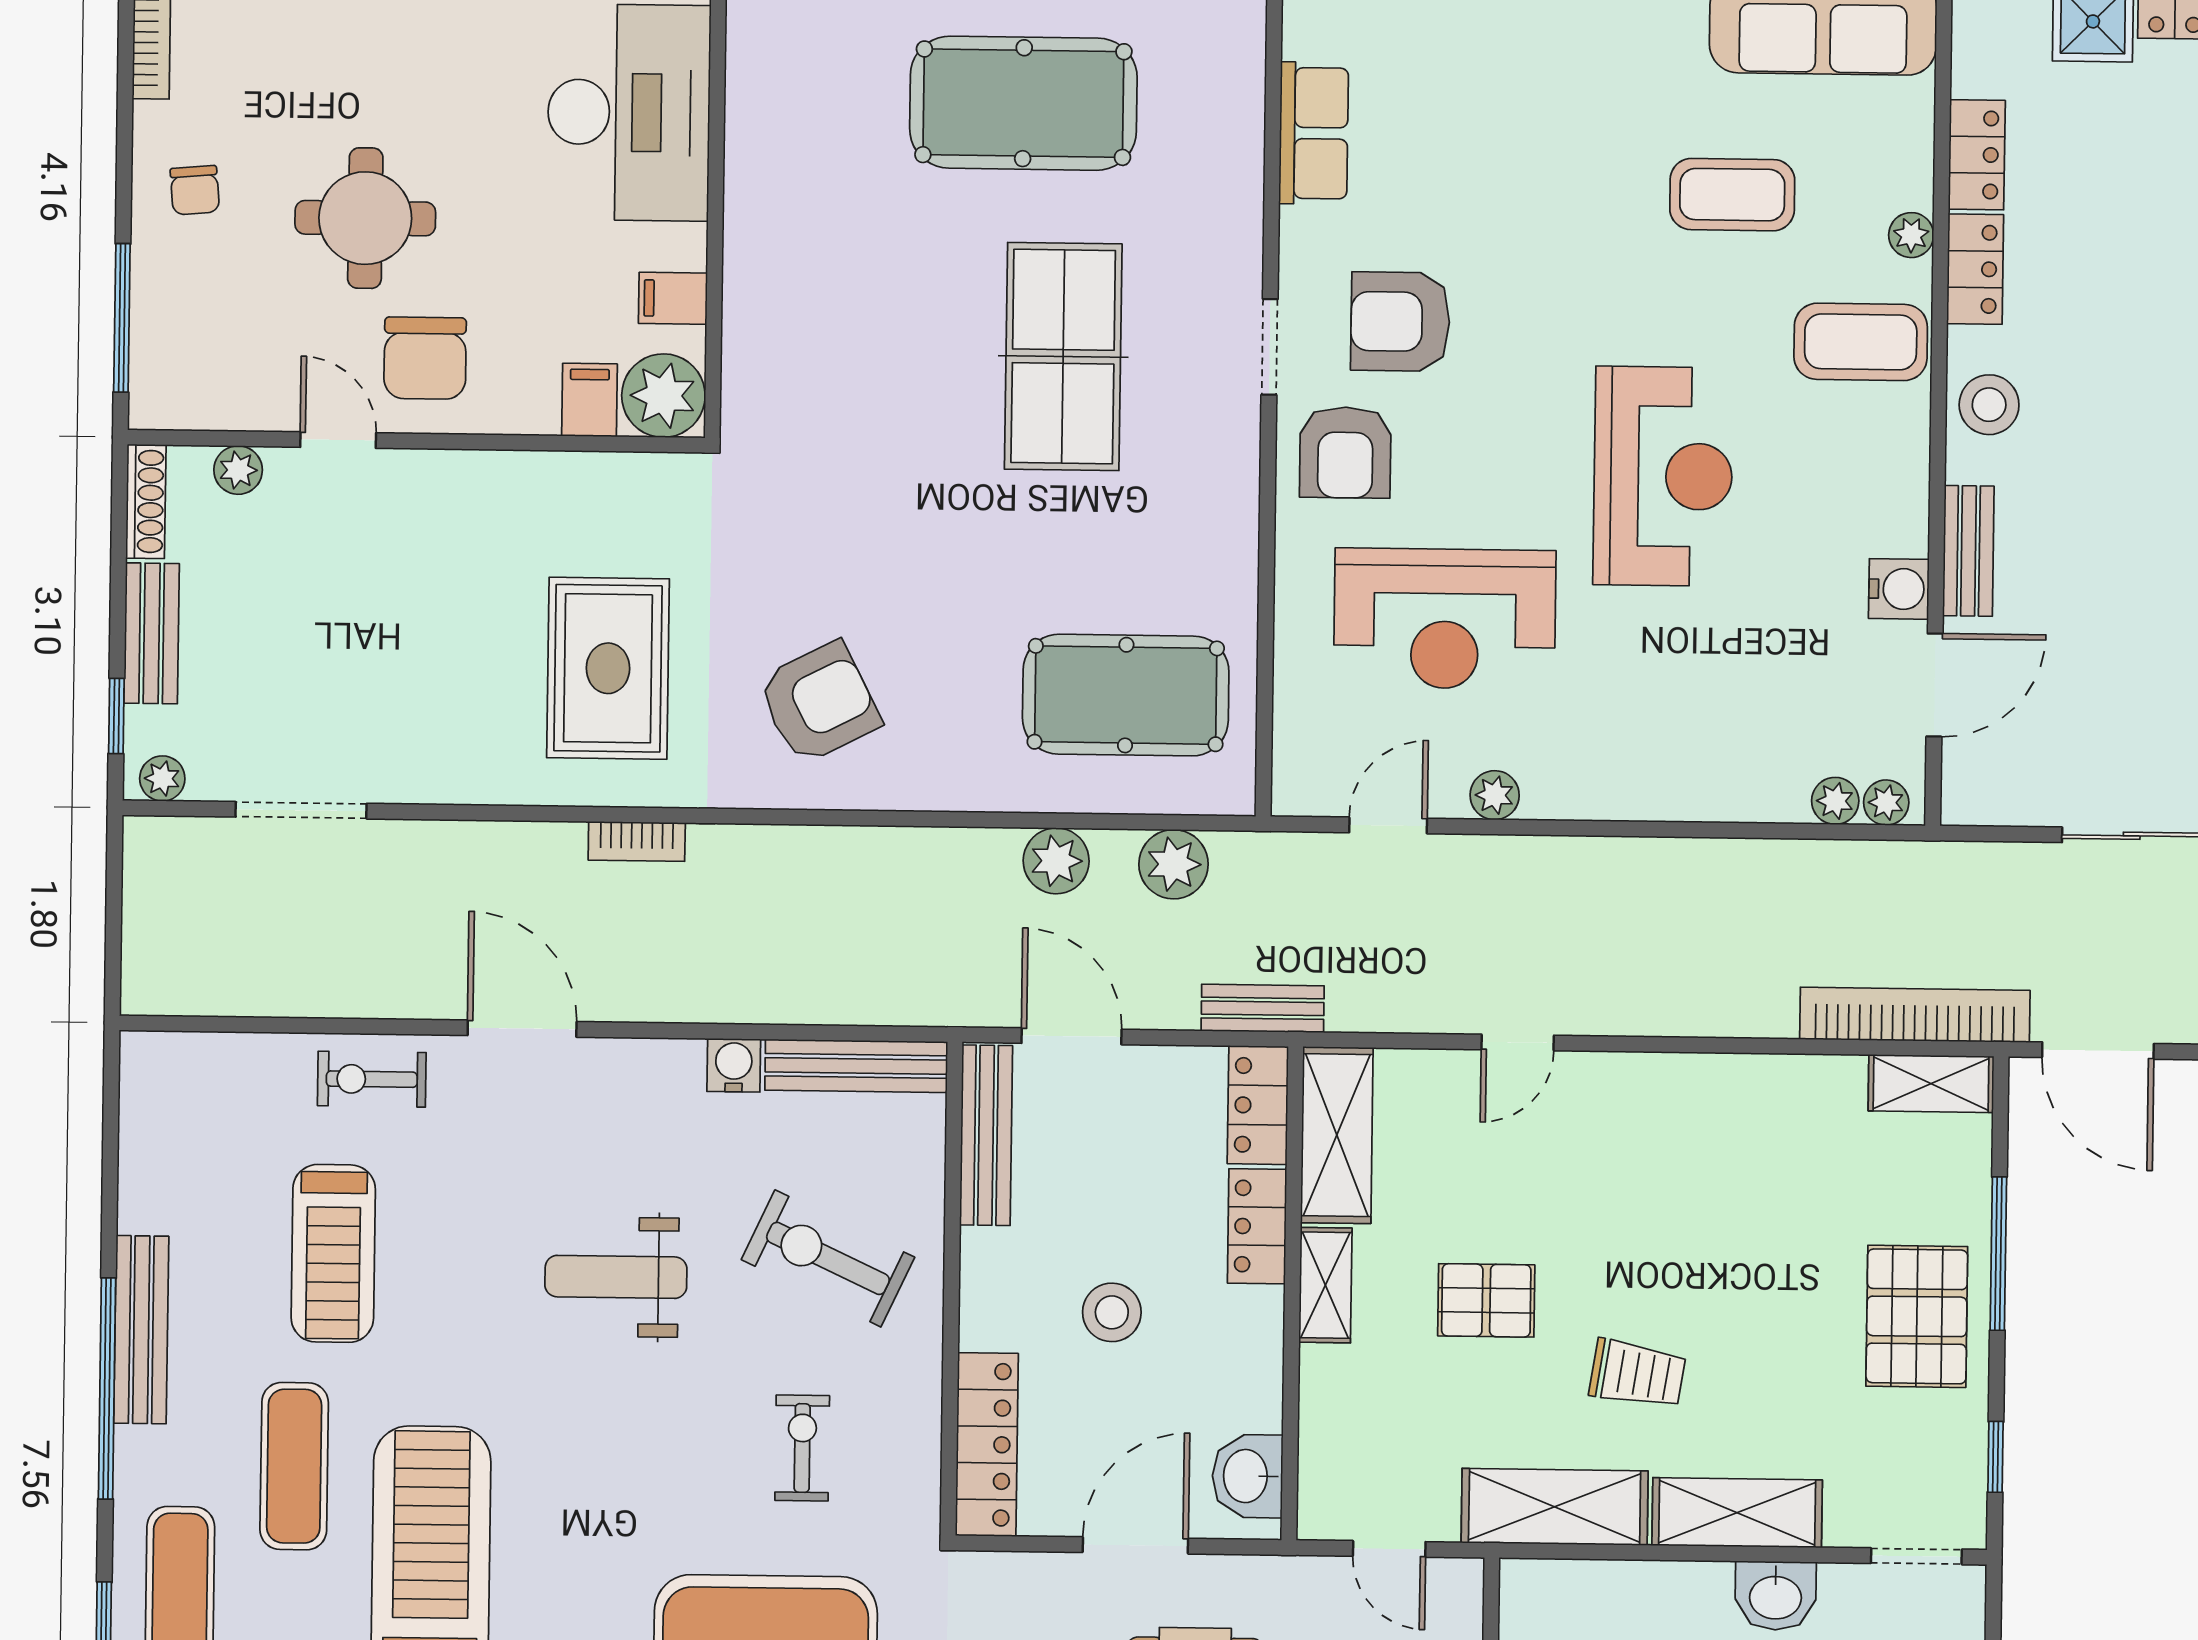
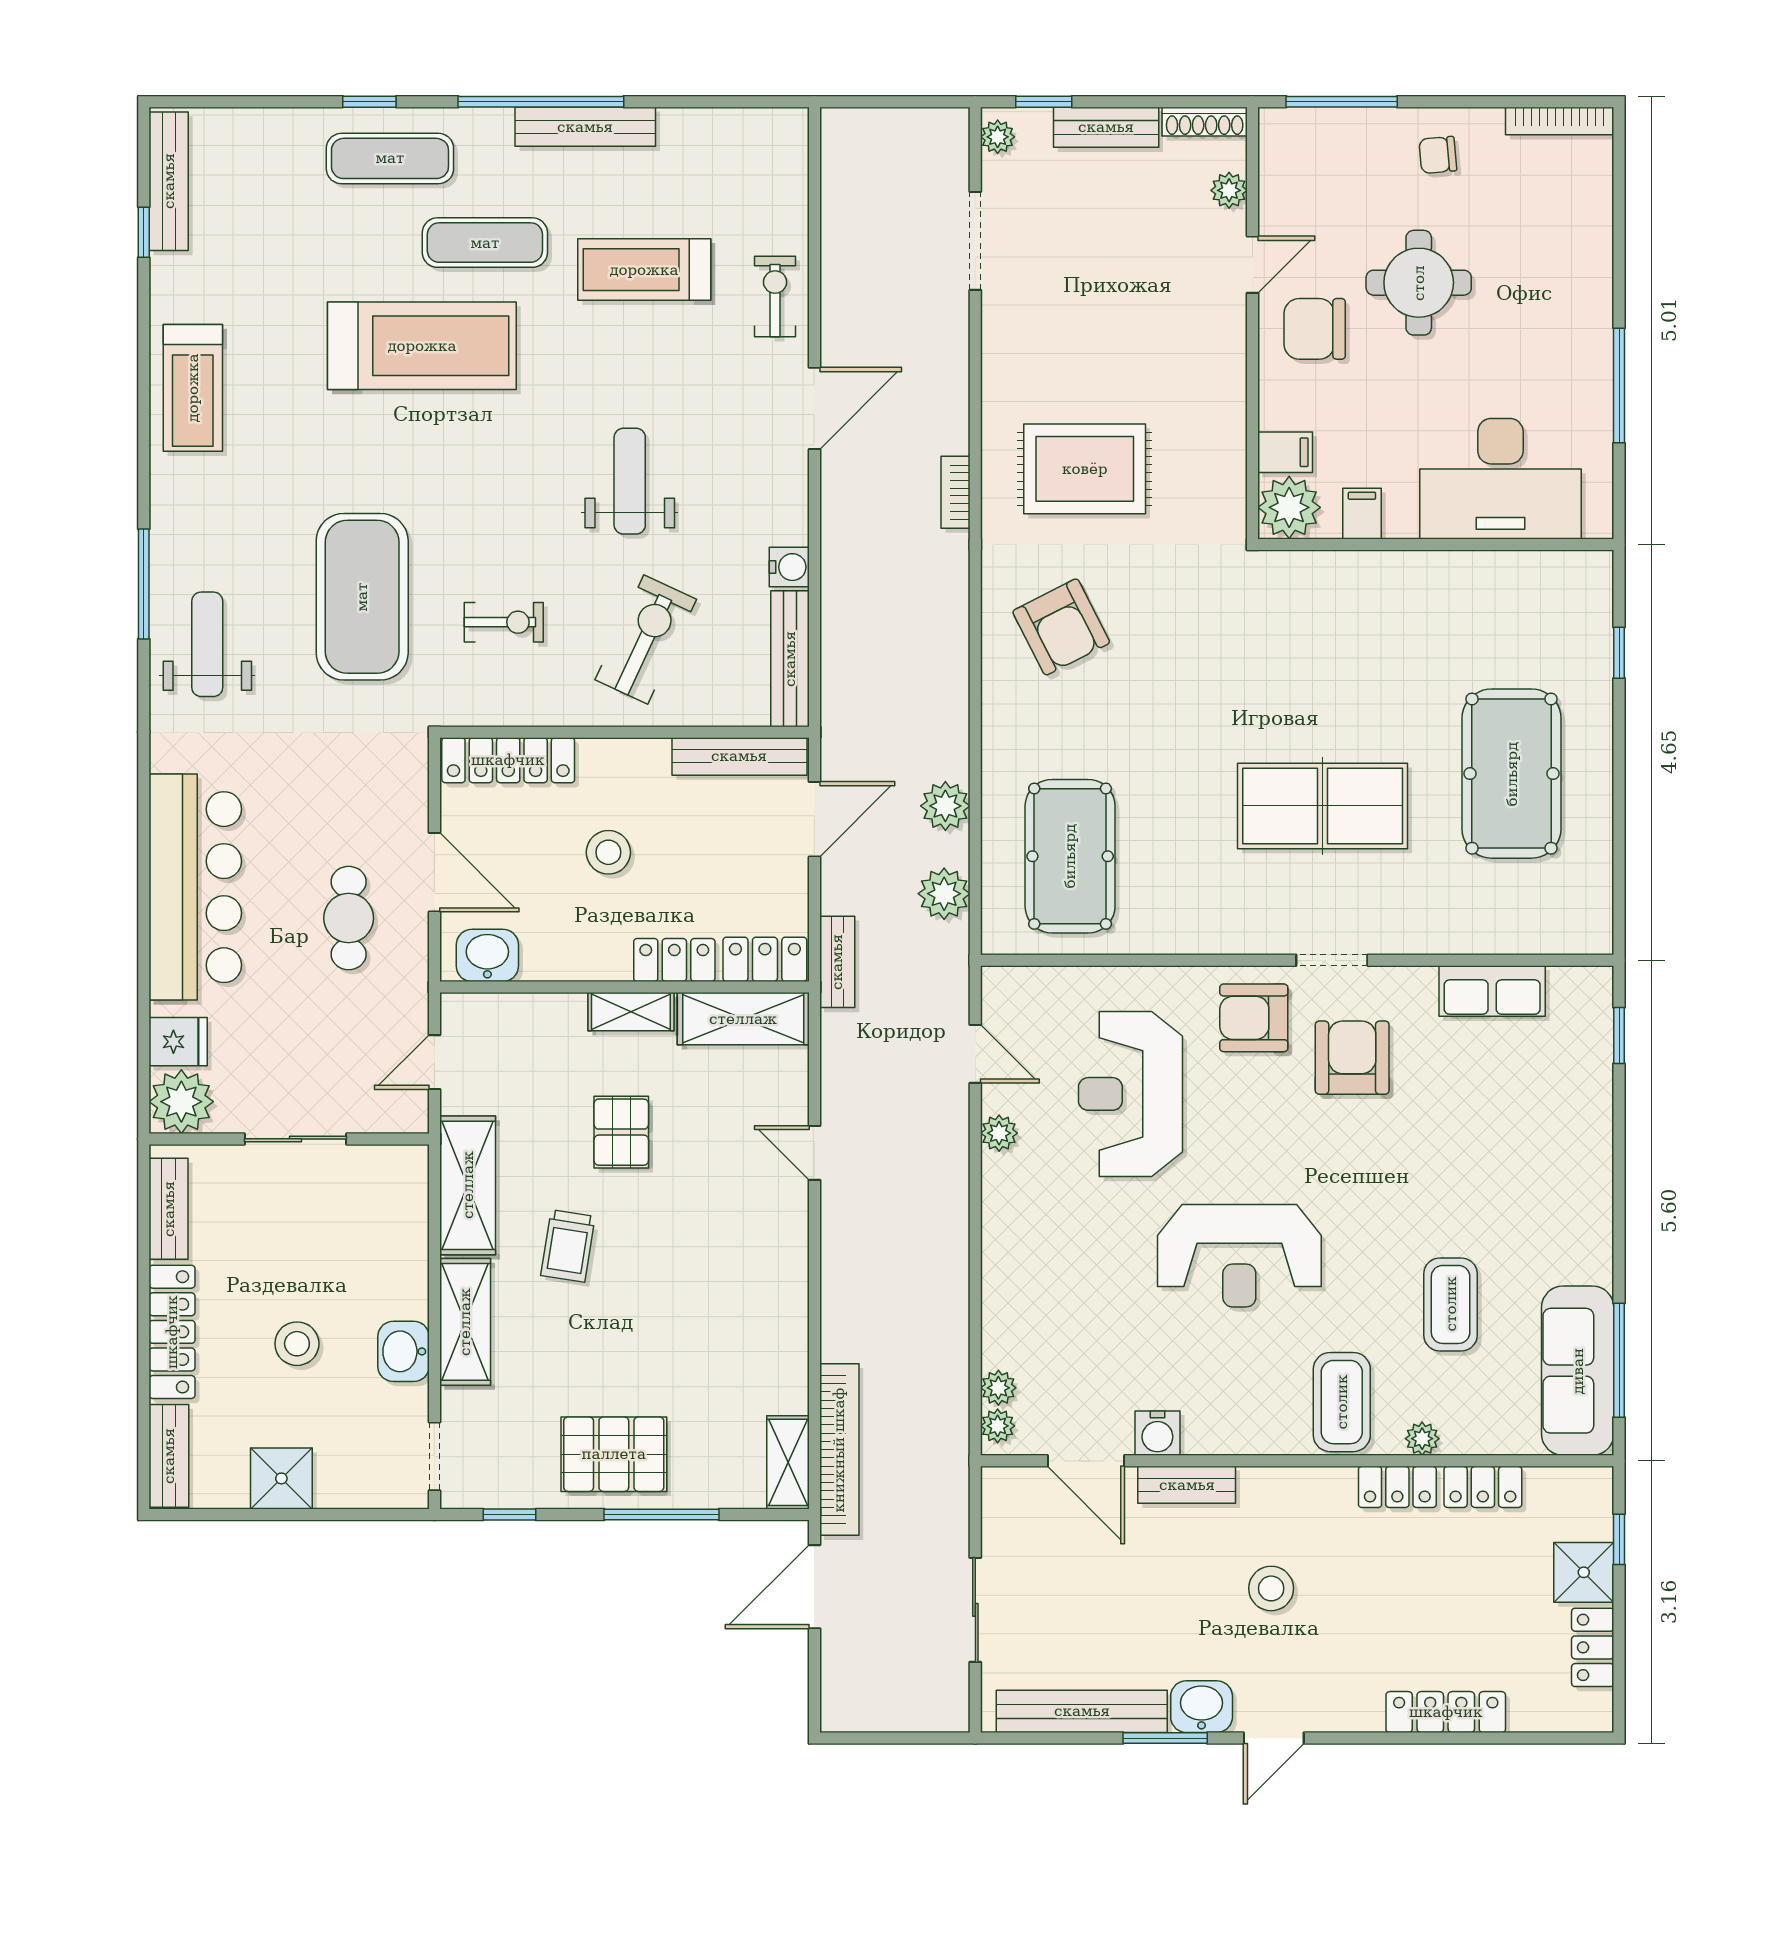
stool: (1989, 405) -> (1271, 1588), moved

